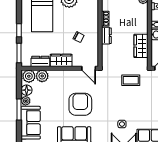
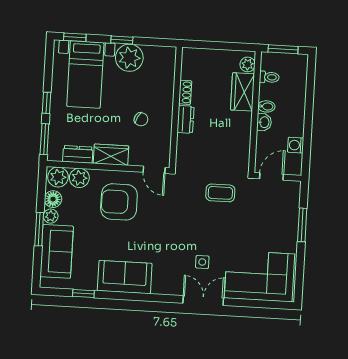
wardrobe: (141, 46) -> (243, 92), moved
armchair: (80, 104) -> (119, 202), moved, turned -90

